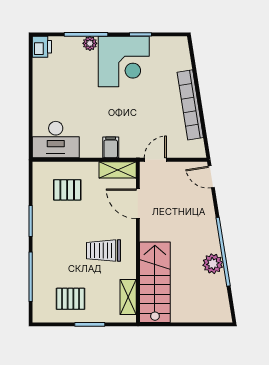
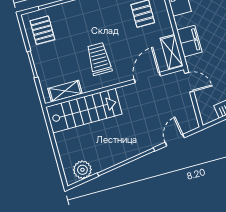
filing cabinet: (111, 147) -> (189, 41), width x2.00
door: (211, 177) -> (175, 140), moved
plant: (213, 264) -> (82, 170), moved
pallet: (71, 299) -> (42, 30), moved

